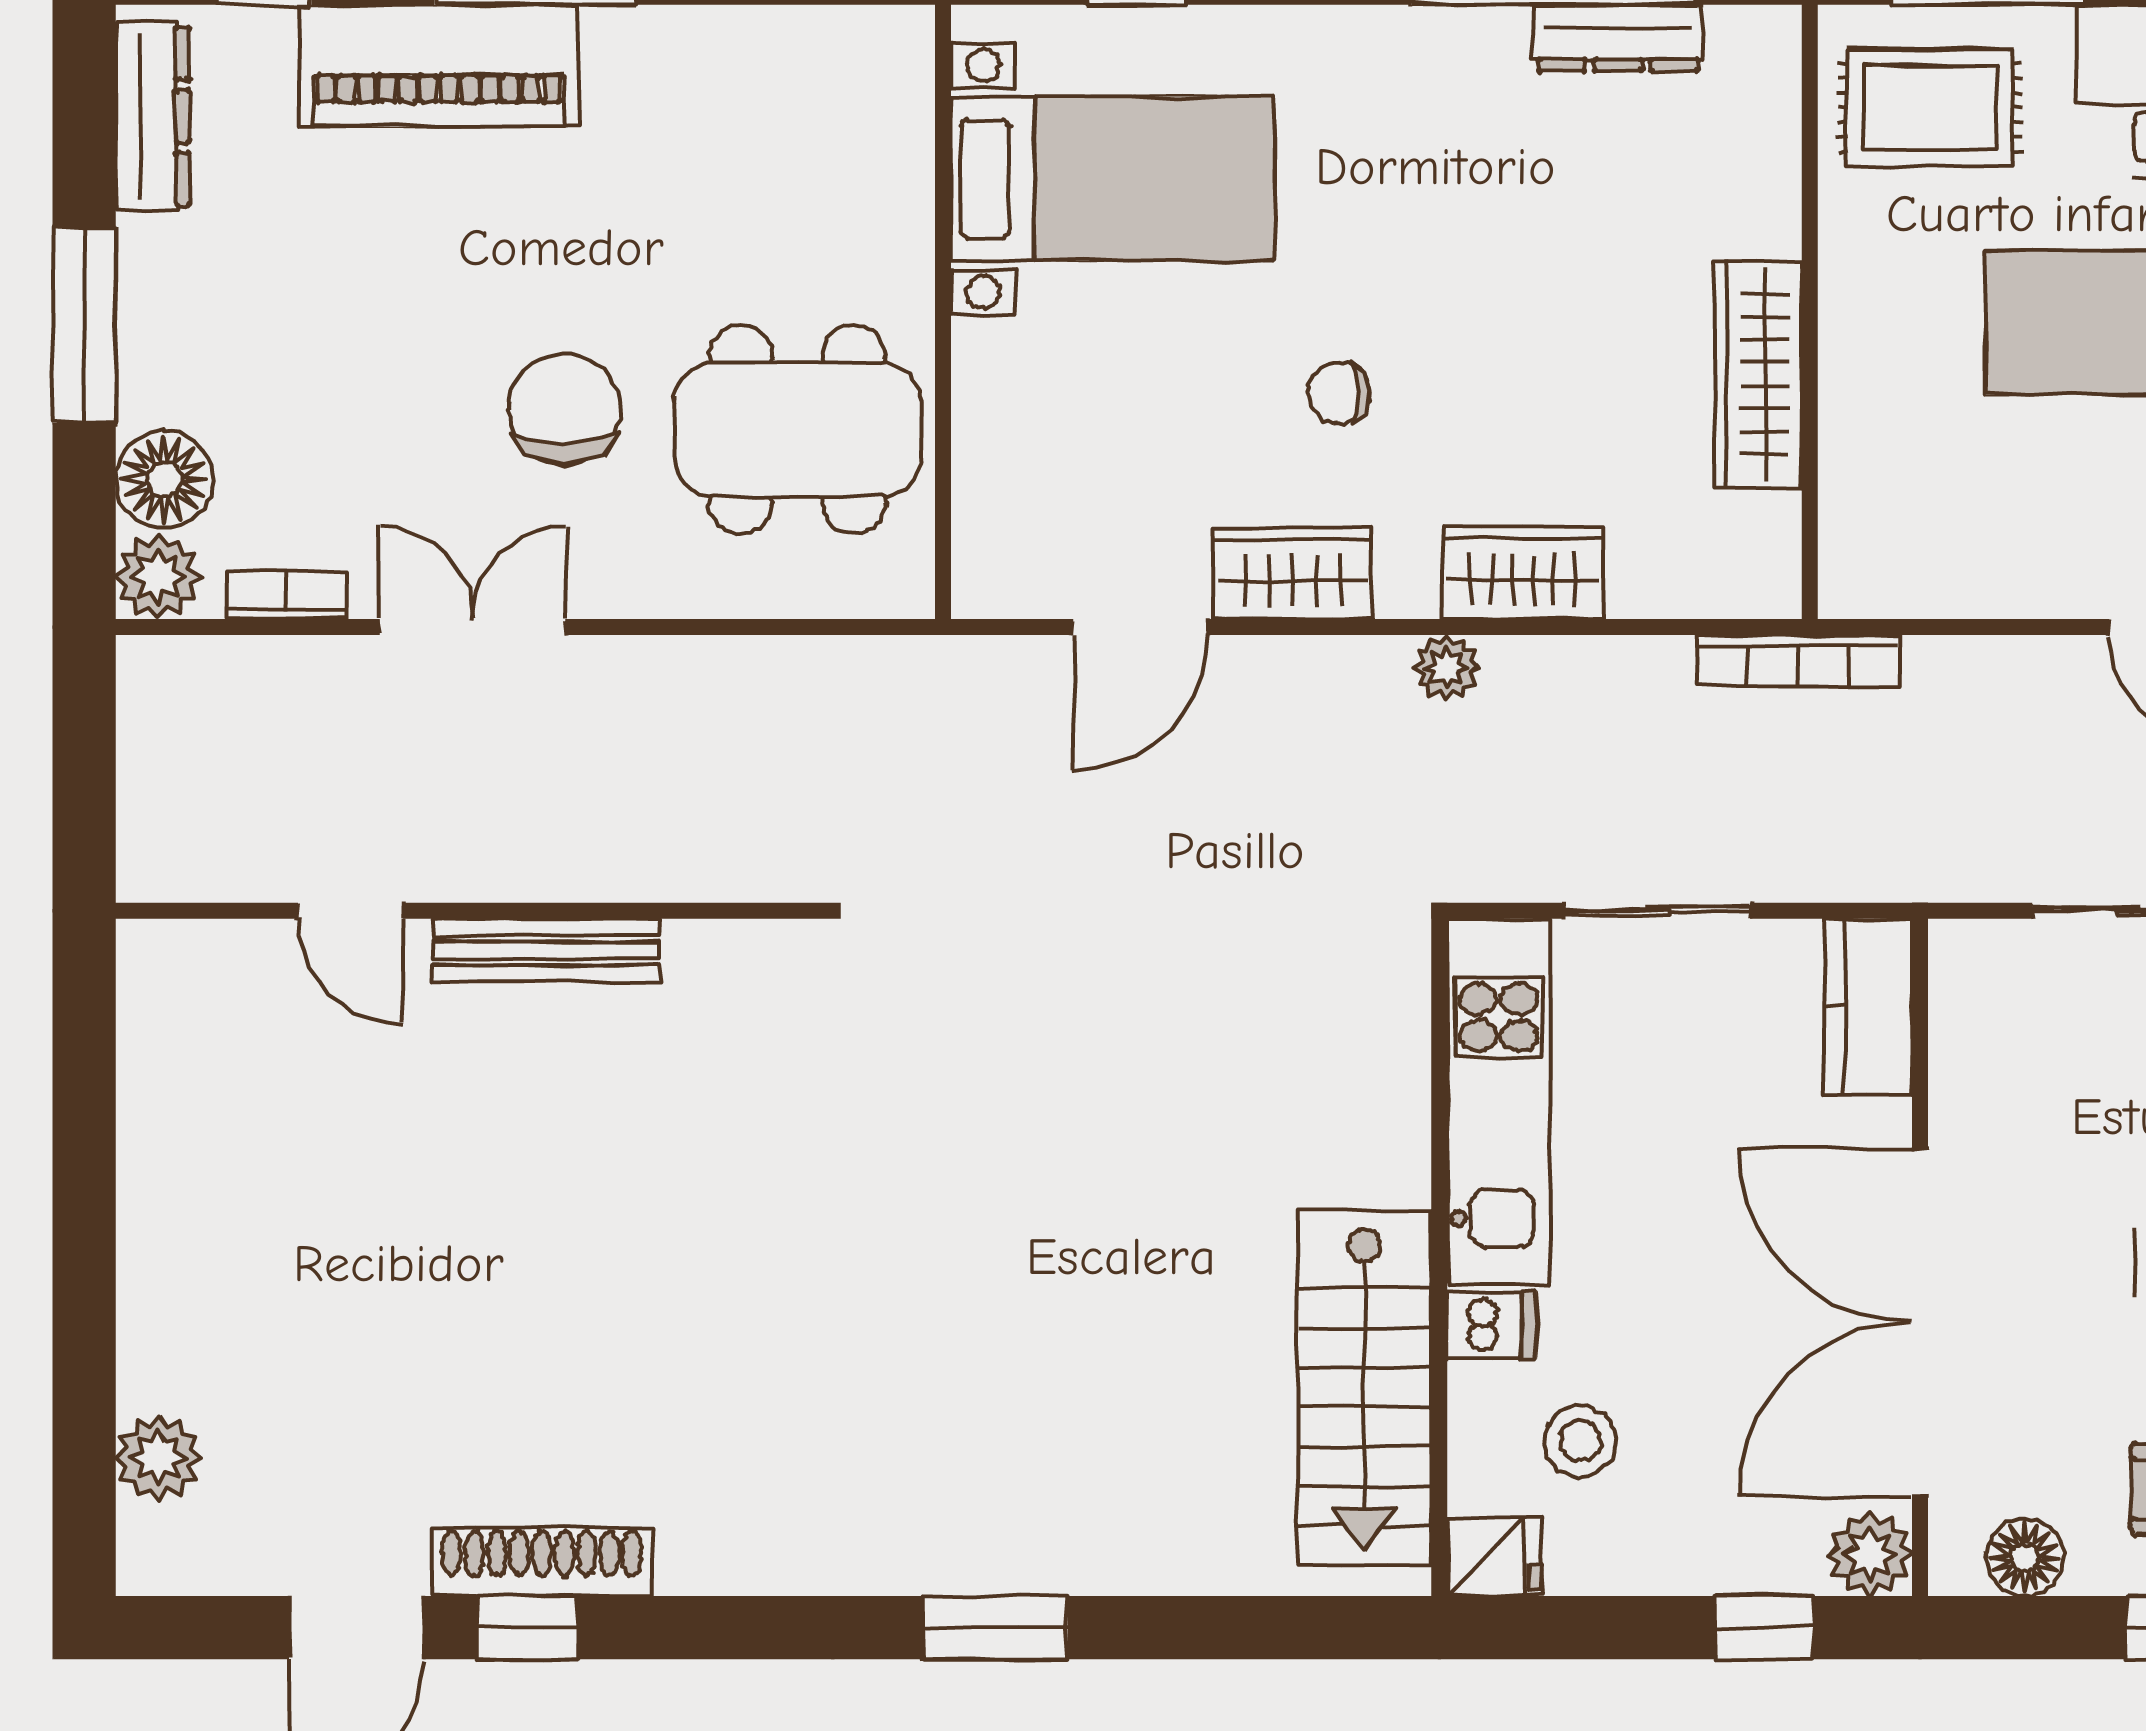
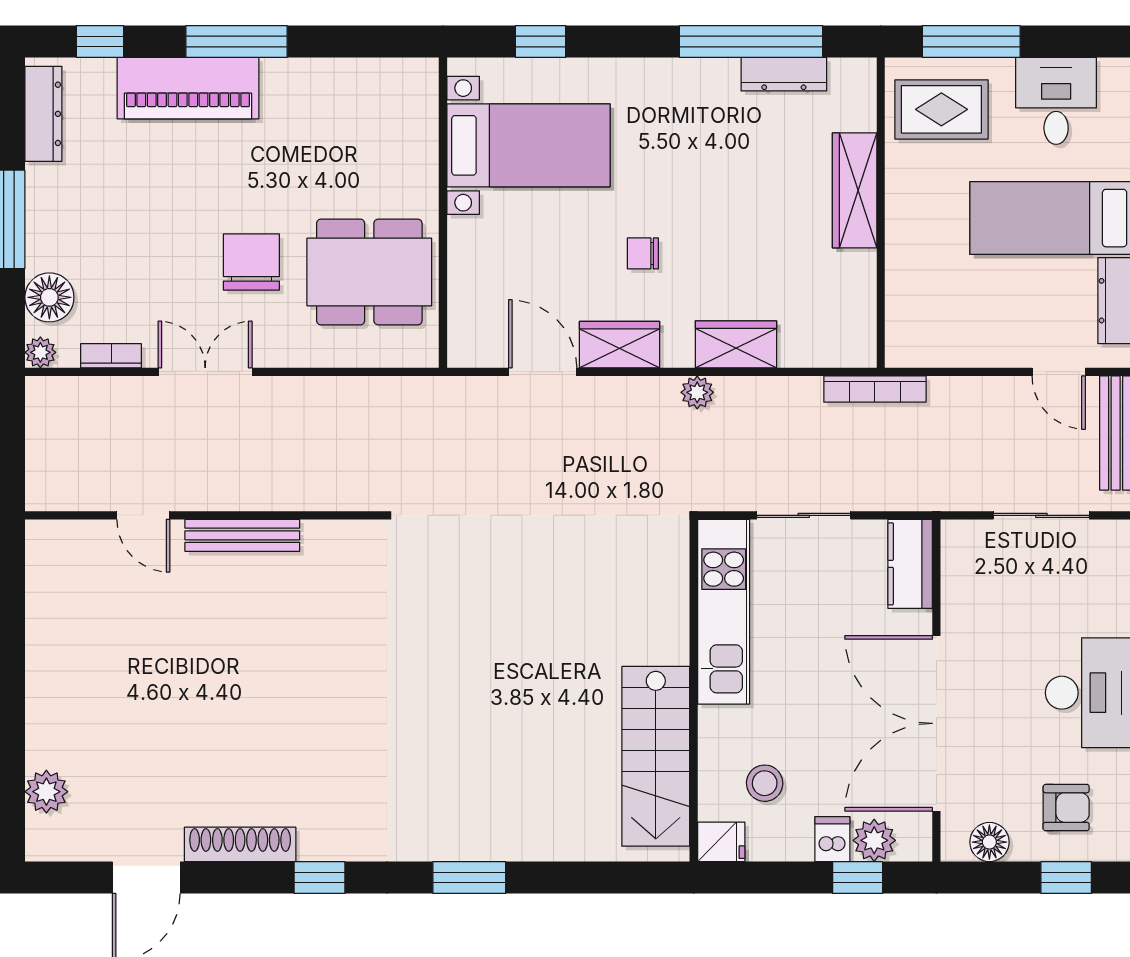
wardrobe: (1758, 375) -> (855, 190), moved
plant: (158, 577) -> (40, 352), width x0.73, depth x0.73
door: (1141, 627) -> (543, 372), swing flipped
dishwasher: (1492, 1325) -> (832, 839), moved, turned -90
plant: (1870, 1554) -> (874, 840), moved
window: (527, 1628) -> (319, 878), moved

